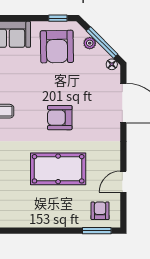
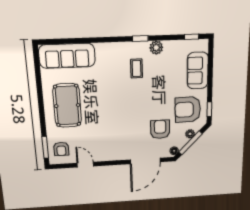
armchair: (60, 118) -> (160, 129), moved
pool table: (58, 169) -> (67, 106), moved
armchair: (100, 211) -> (61, 149), turned 90

